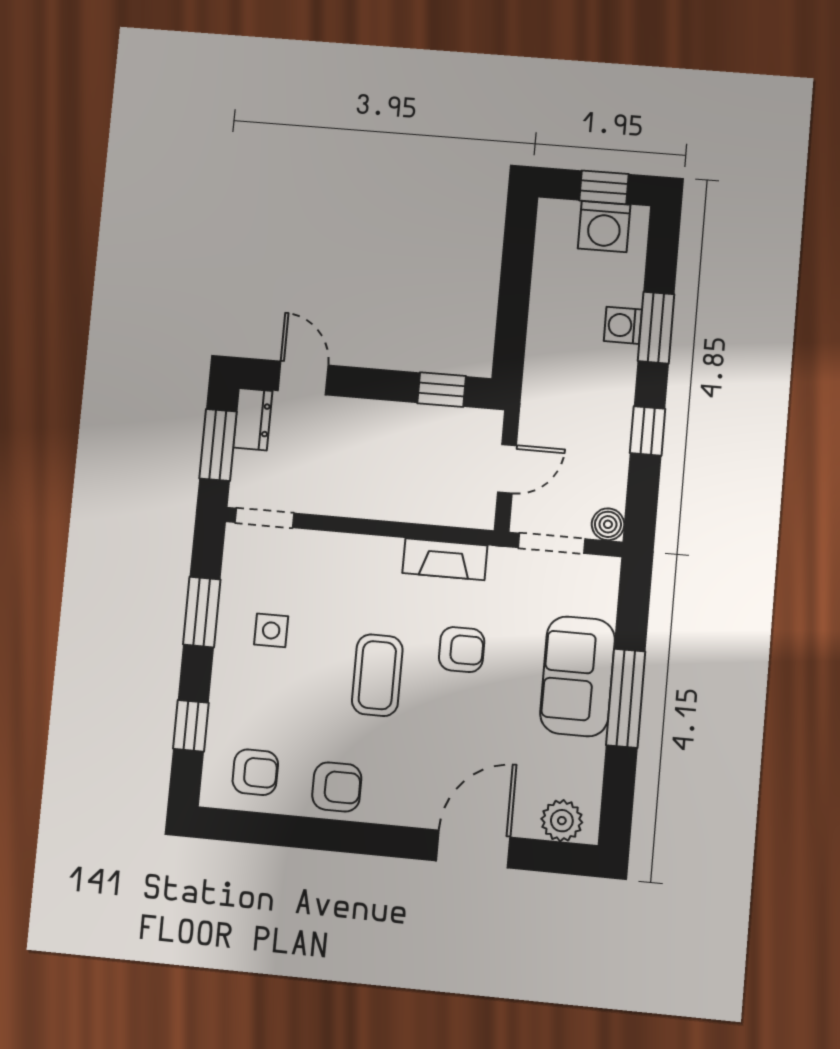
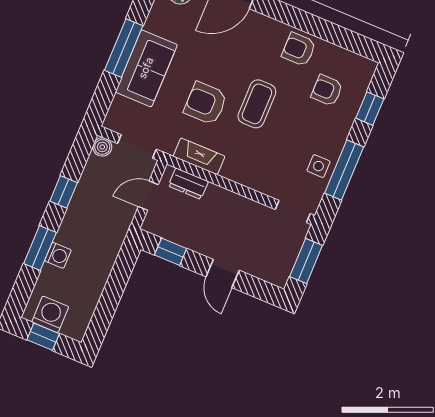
door: (303, 378) -> (223, 274), moved
dresser: (253, 419) -> (188, 184), moved, turned -90
window: (202, 612) -> (344, 170), width x1.44
side table: (271, 630) -> (319, 166), moved
armchair: (462, 650) -> (206, 103), width x1.38, depth x1.38
armchair: (255, 772) -> (327, 90), moved

